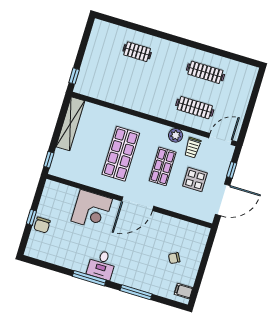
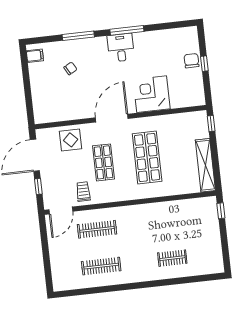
plant: (176, 135) -> (104, 196), removed
display table: (195, 180) -> (71, 140), moved
chair: (174, 258) -> (70, 68), moved

